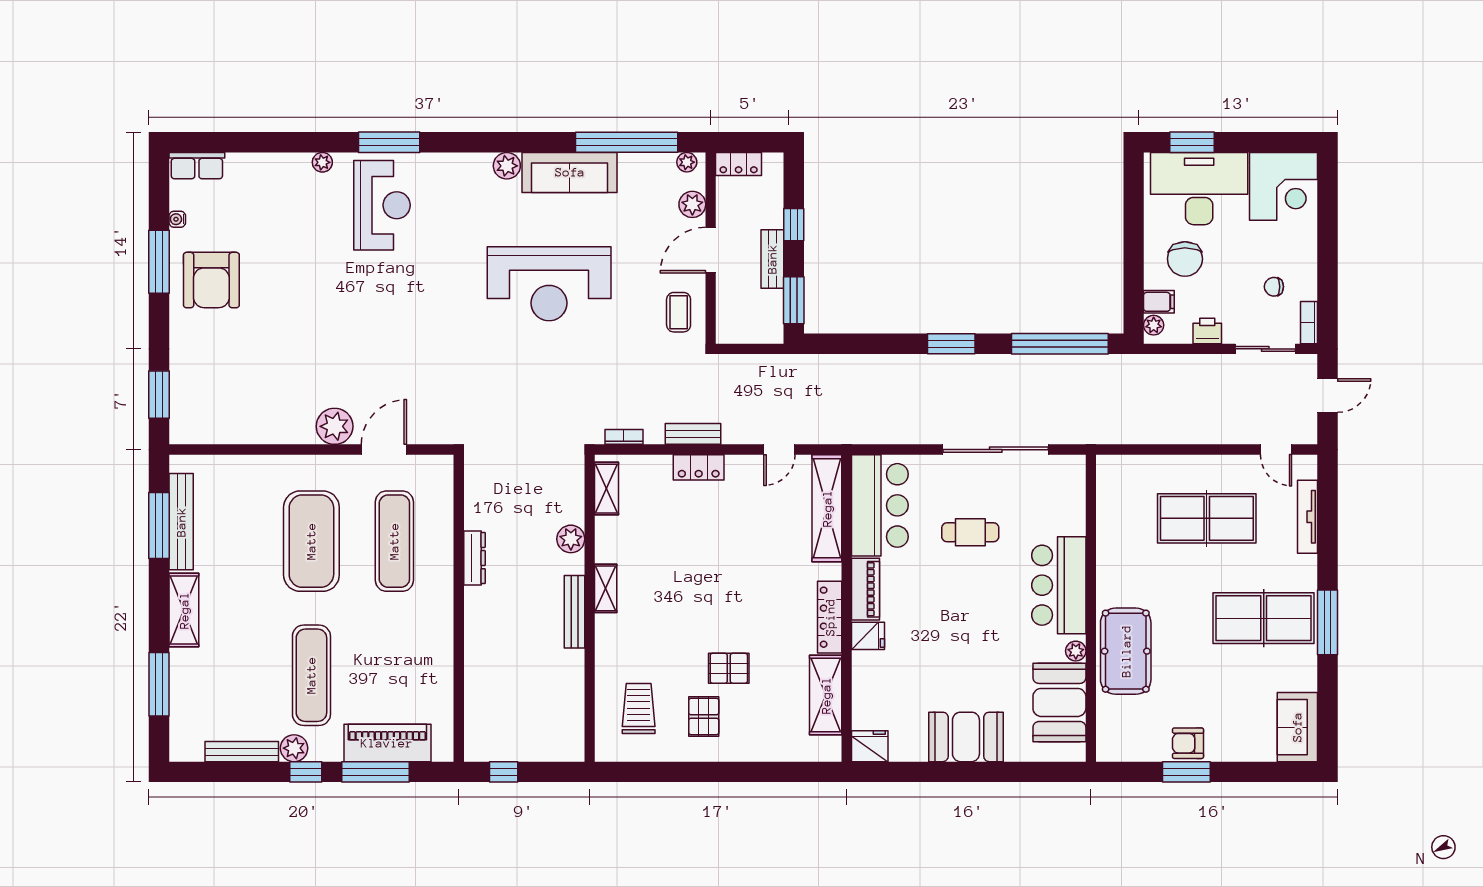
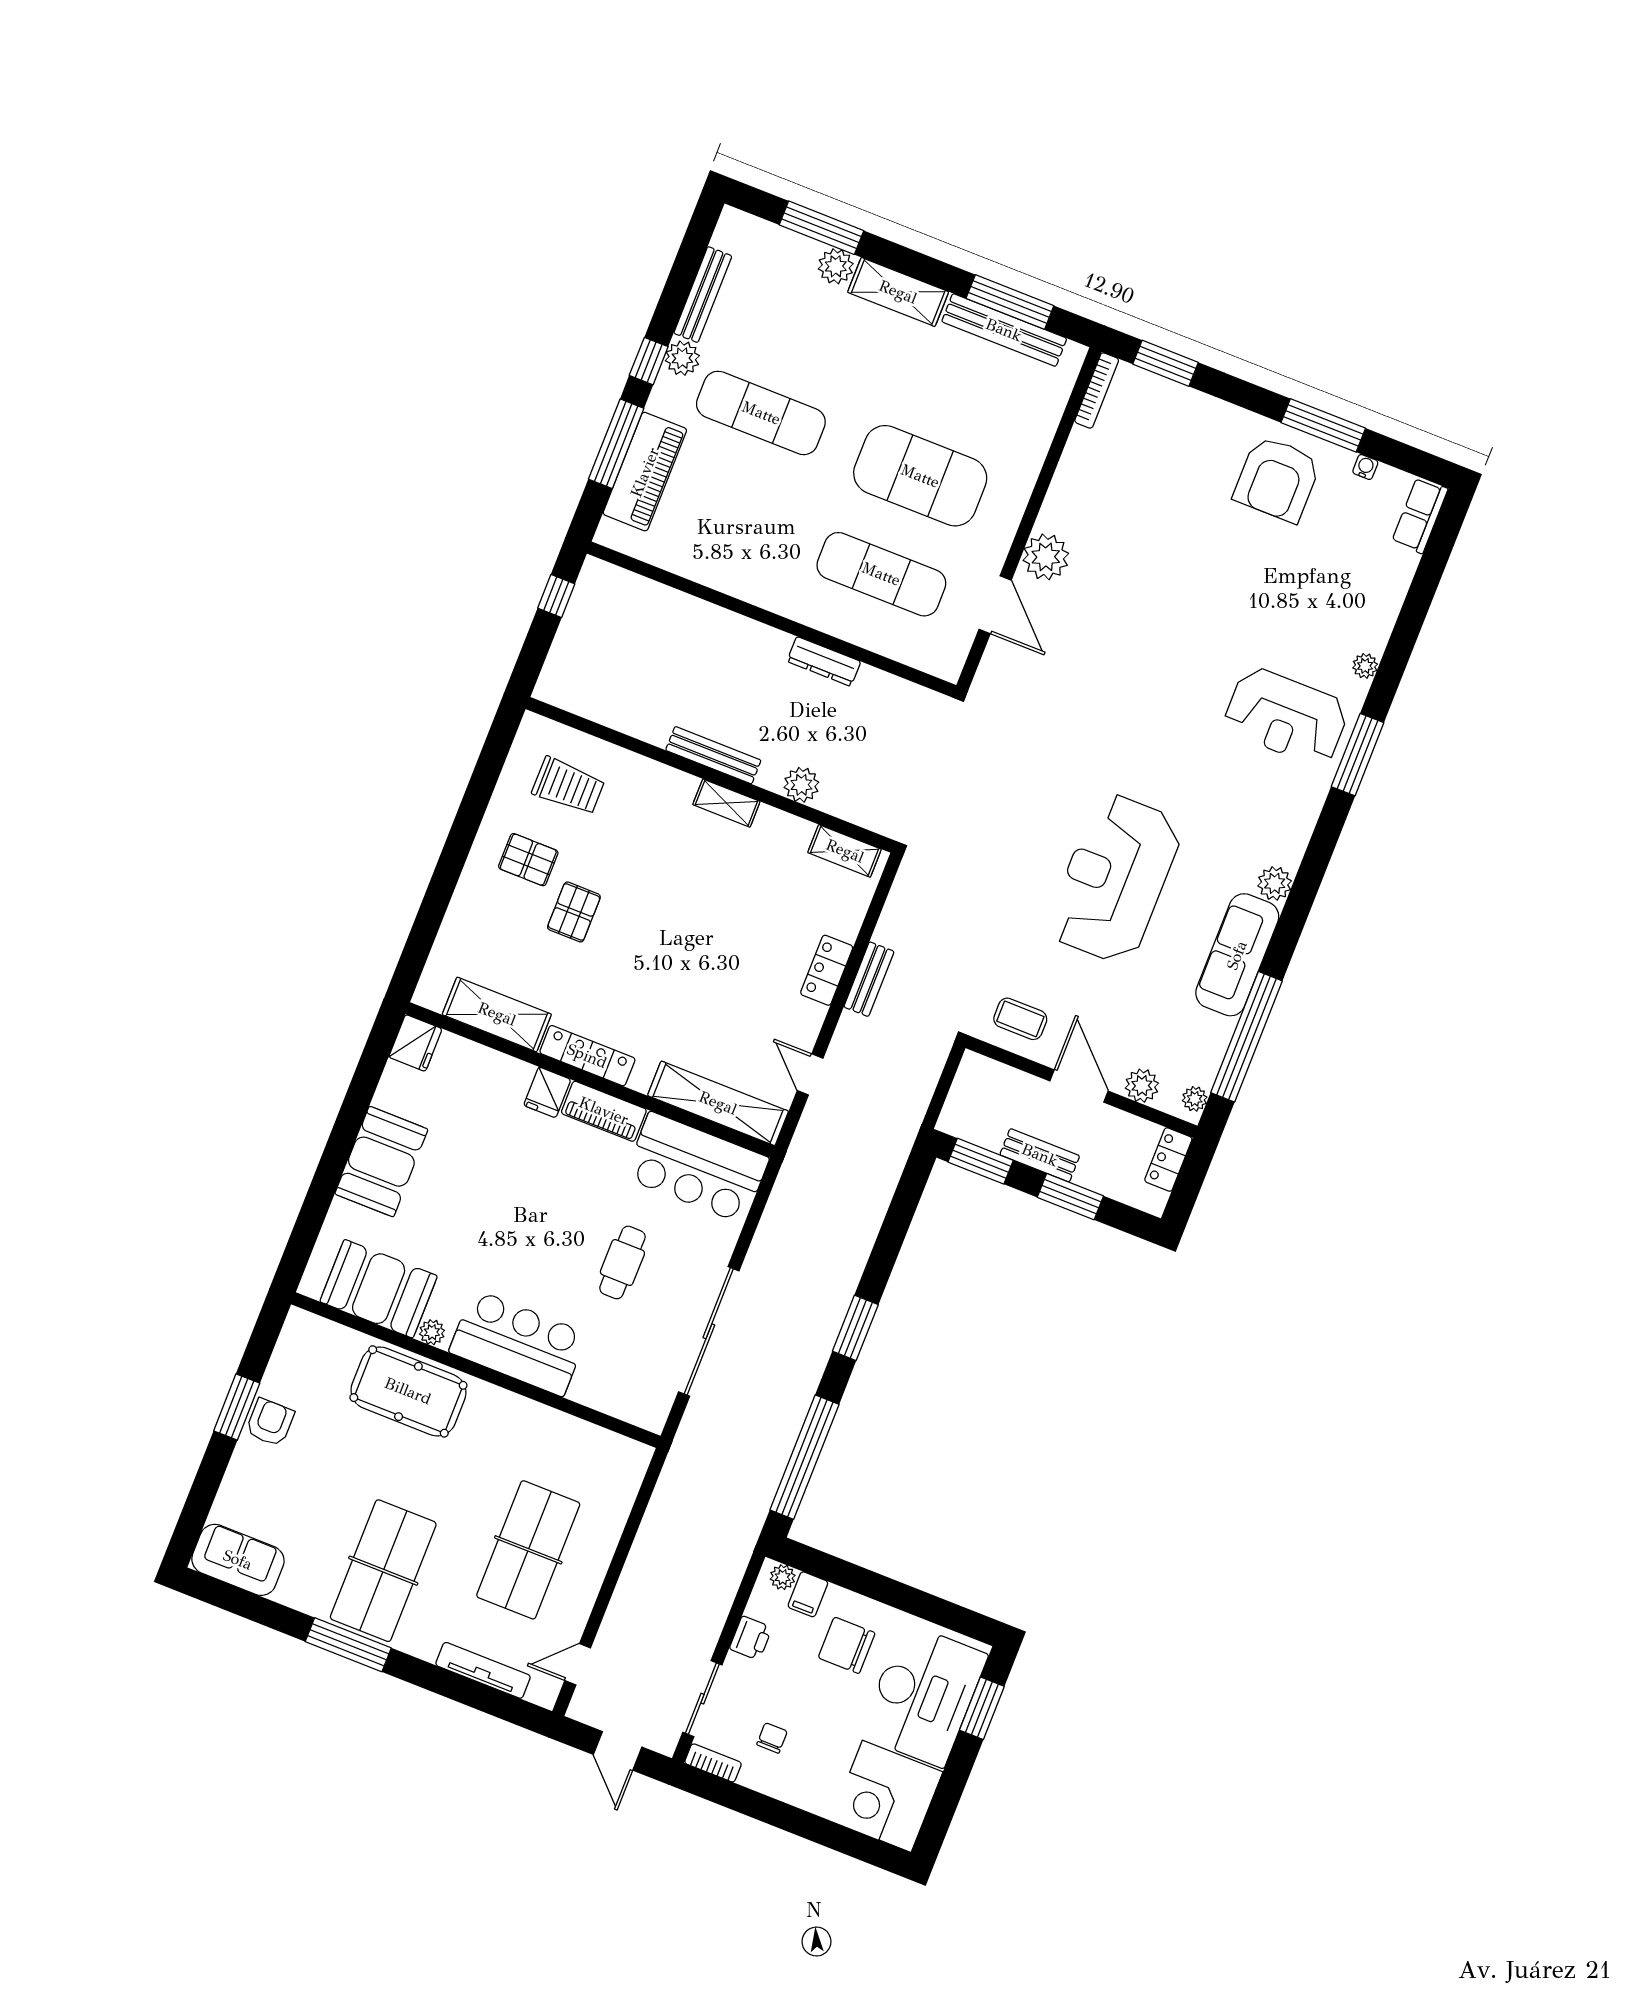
window: (794, 225) -> (1070, 1197), width x1.50
armchair: (211, 280) -> (1277, 479), turned -90
bookcase: (624, 437) -> (1097, 390), moved, width x1.56
plant: (183, 663) -> (836, 266), added

